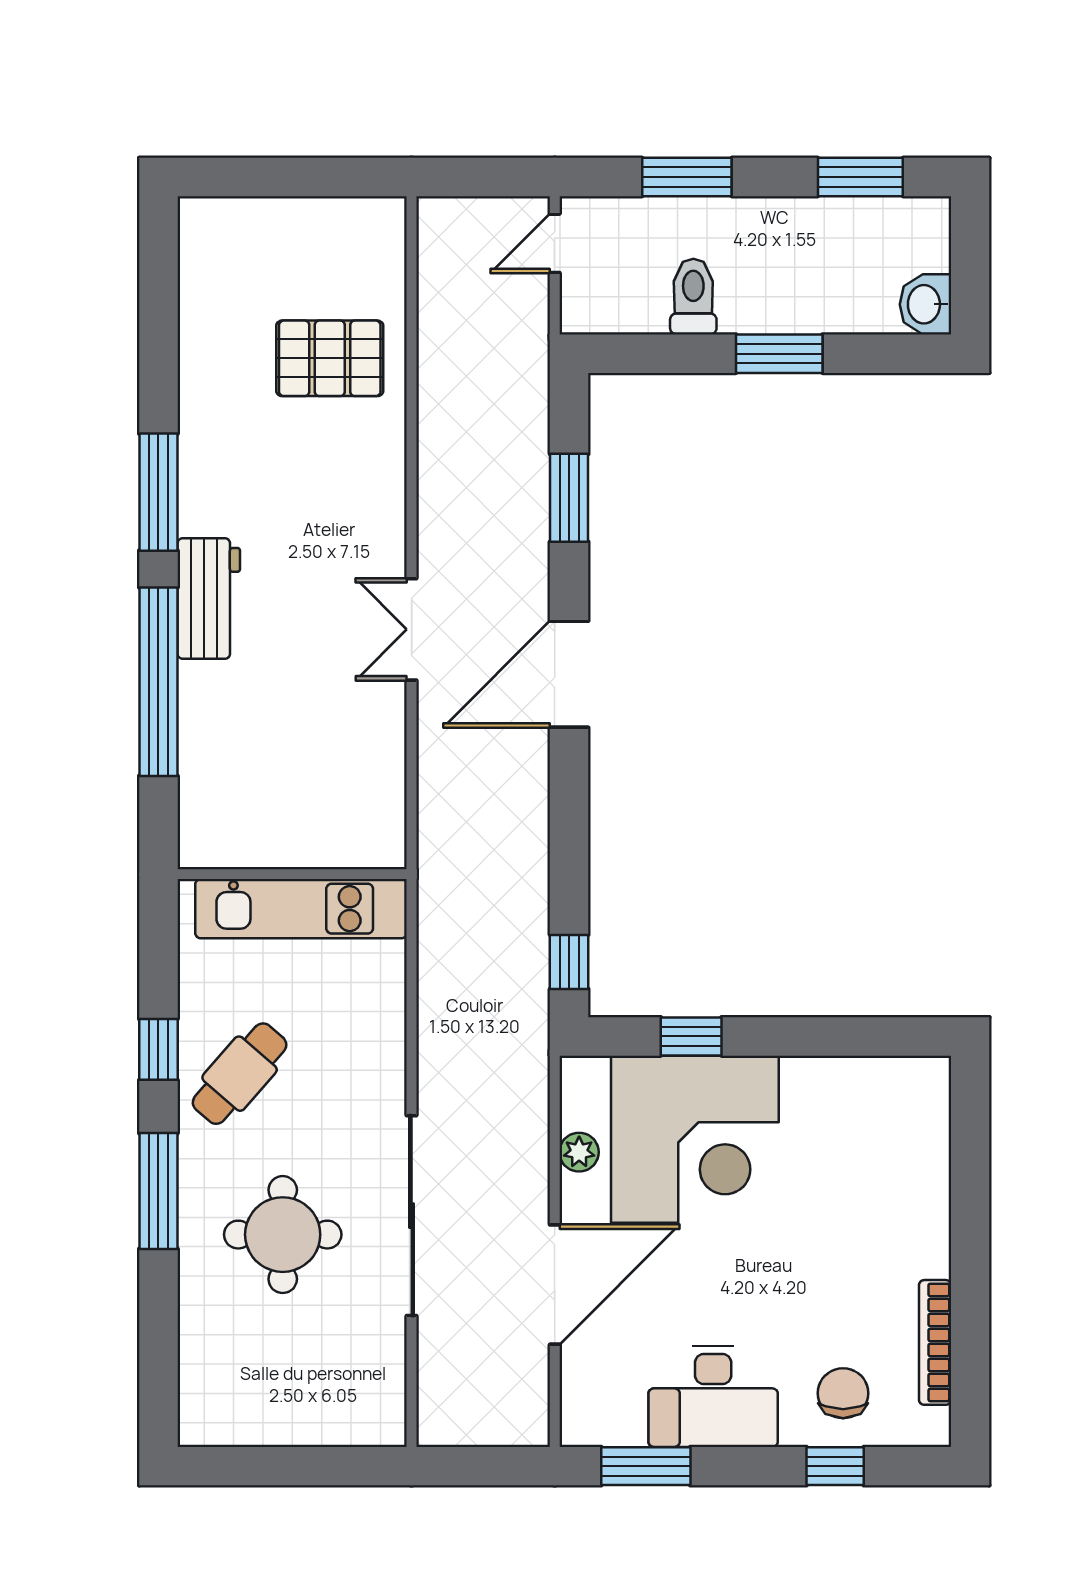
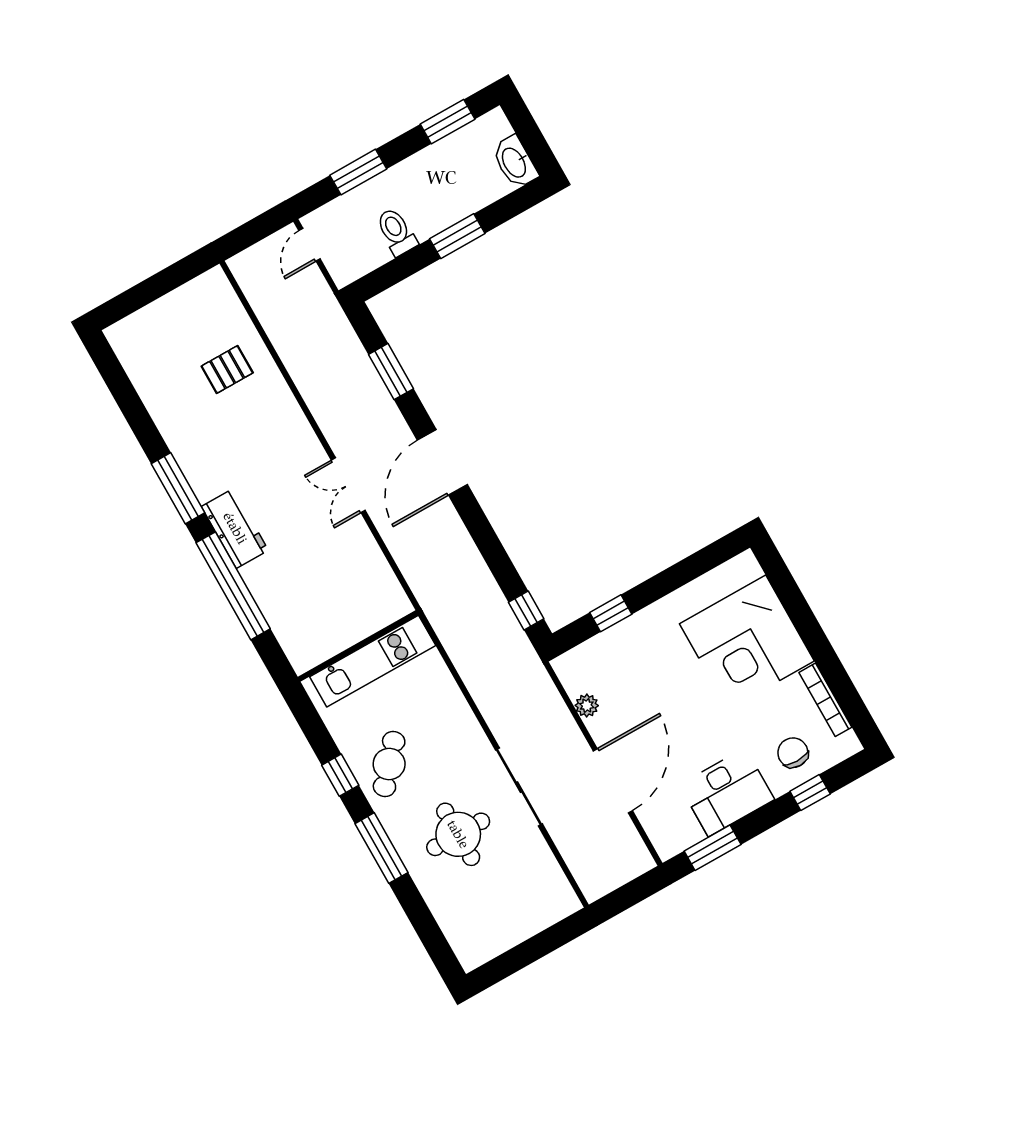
washbasin: (925, 304) -> (515, 162), width x1.38
pallet: (330, 358) -> (227, 369), width x0.67, depth x0.71
corner desk: (695, 1139) -> (747, 642), moved, turned 90
sliding door: (412, 1216) -> (519, 787), width x0.73

